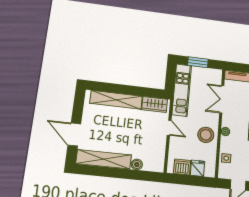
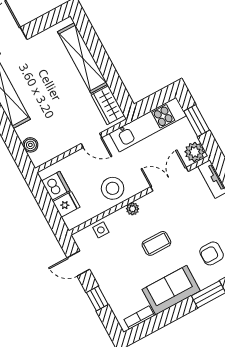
plant: (215, 75) -> (195, 152), added
door: (169, 128) -> (91, 141), hinge flipped
boiler: (137, 164) -> (30, 145), moved

